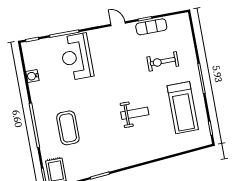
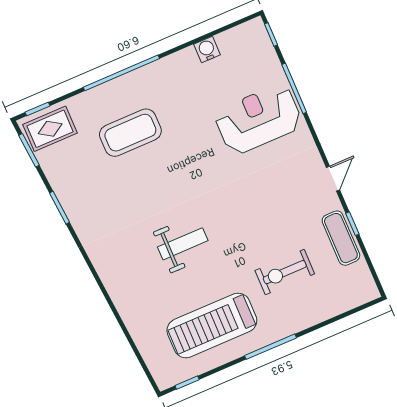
exercise bike: (163, 61) -> (285, 272), turned -90
weight bench: (135, 113) -> (183, 244), turned -90

